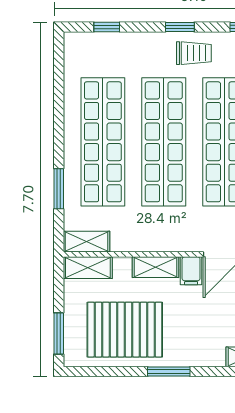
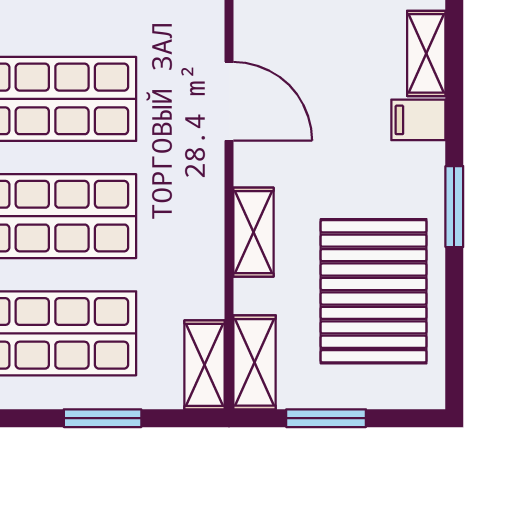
filing cabinet: (191, 271) -> (418, 120), moved, turned 180
window: (59, 334) -> (326, 418), moved

